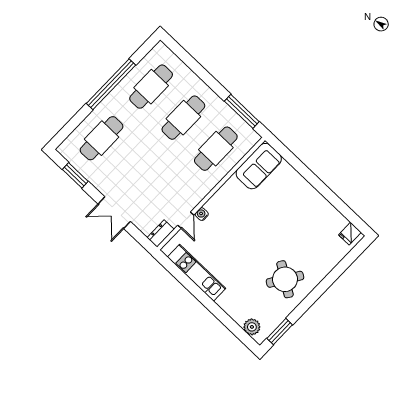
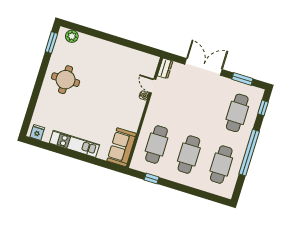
window: (242, 111) -> (152, 179), width x0.46
window: (68, 129) -> (263, 108), added
double door: (114, 213) -> (203, 67), width x1.37
kitchen unit: (197, 273) -> (74, 144), moved, turned 180
round table: (285, 279) -> (66, 80), turned -33

